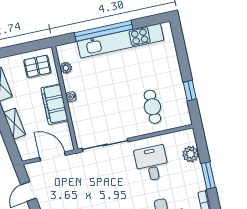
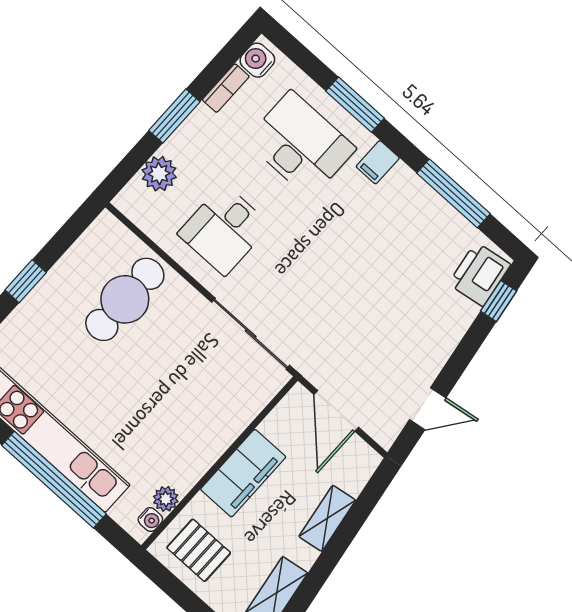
window: (190, 91) -> (26, 281), moved
water cooler: (71, 97) -> (150, 520), moved
cafe table: (152, 107) -> (125, 299), width x1.37, depth x1.35

